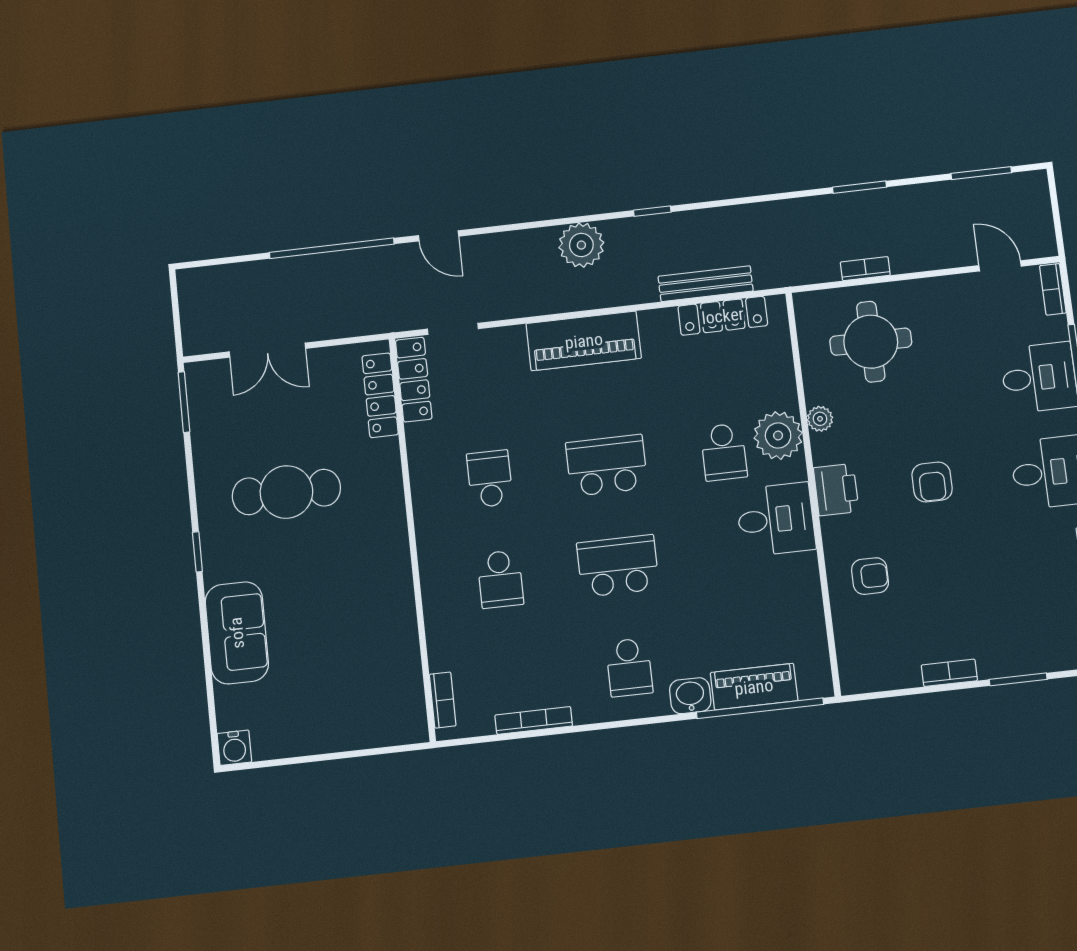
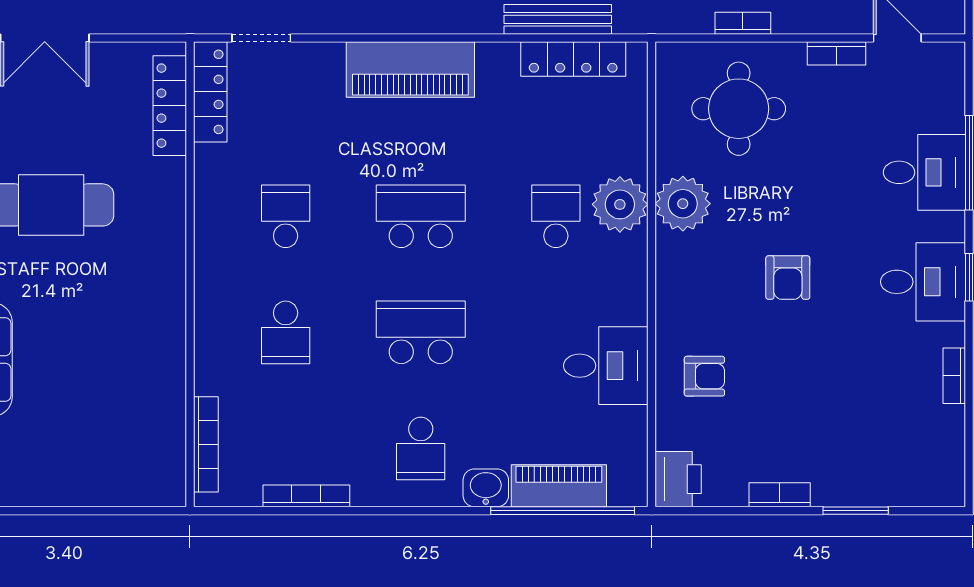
bookcase: (1053, 289) -> (837, 53), moved, turned -90
plant: (820, 419) -> (683, 204), width x1.87, depth x1.87
school desk: (724, 452) -> (556, 216), turned 180
printer: (836, 490) -> (678, 479), moved
desk: (776, 519) -> (606, 366), moved
bookcase: (443, 700) -> (206, 444), width x1.56

